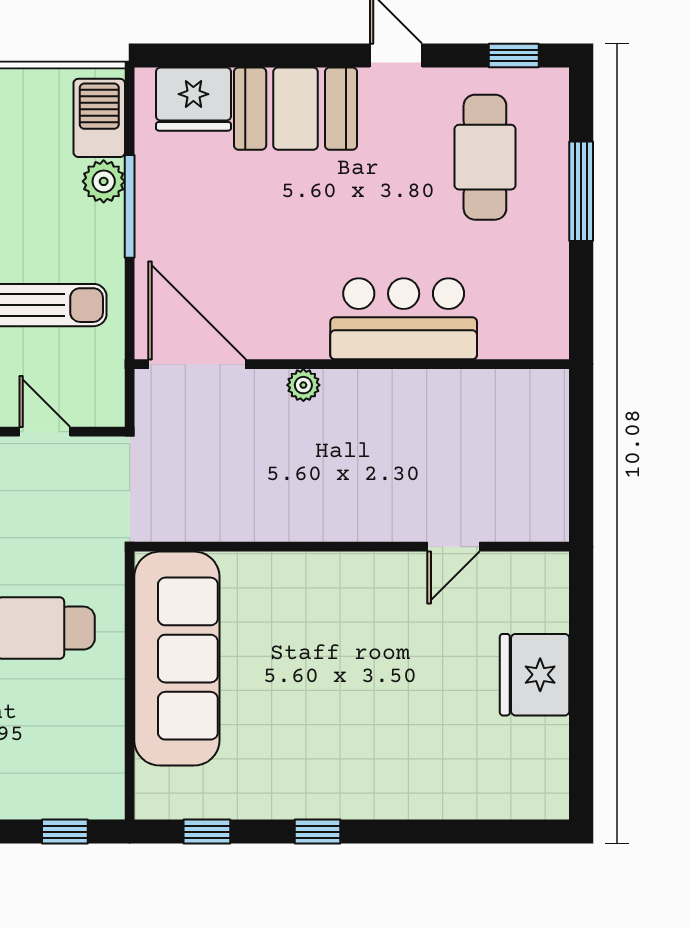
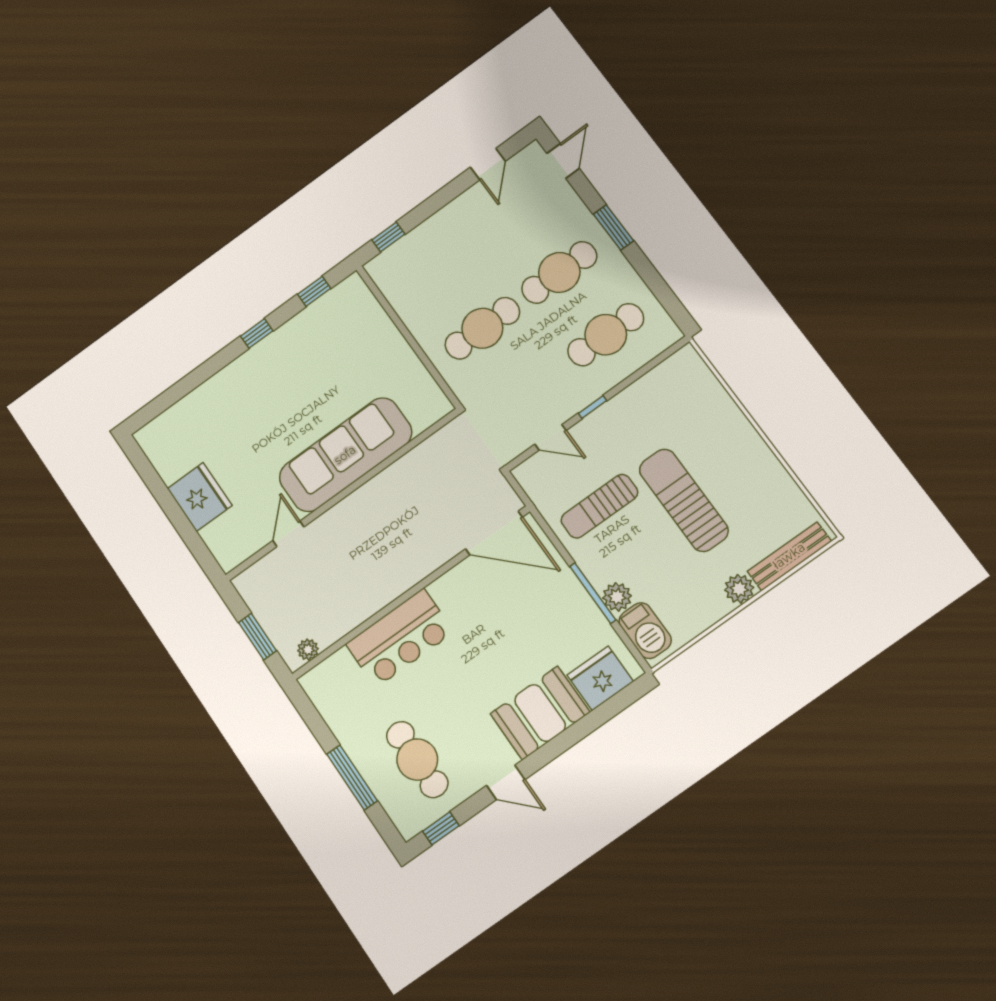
plant: (303, 385) -> (308, 650), moved
window: (581, 446) -> (257, 637), added
sofa: (177, 659) -> (345, 455), moved, turned 90

